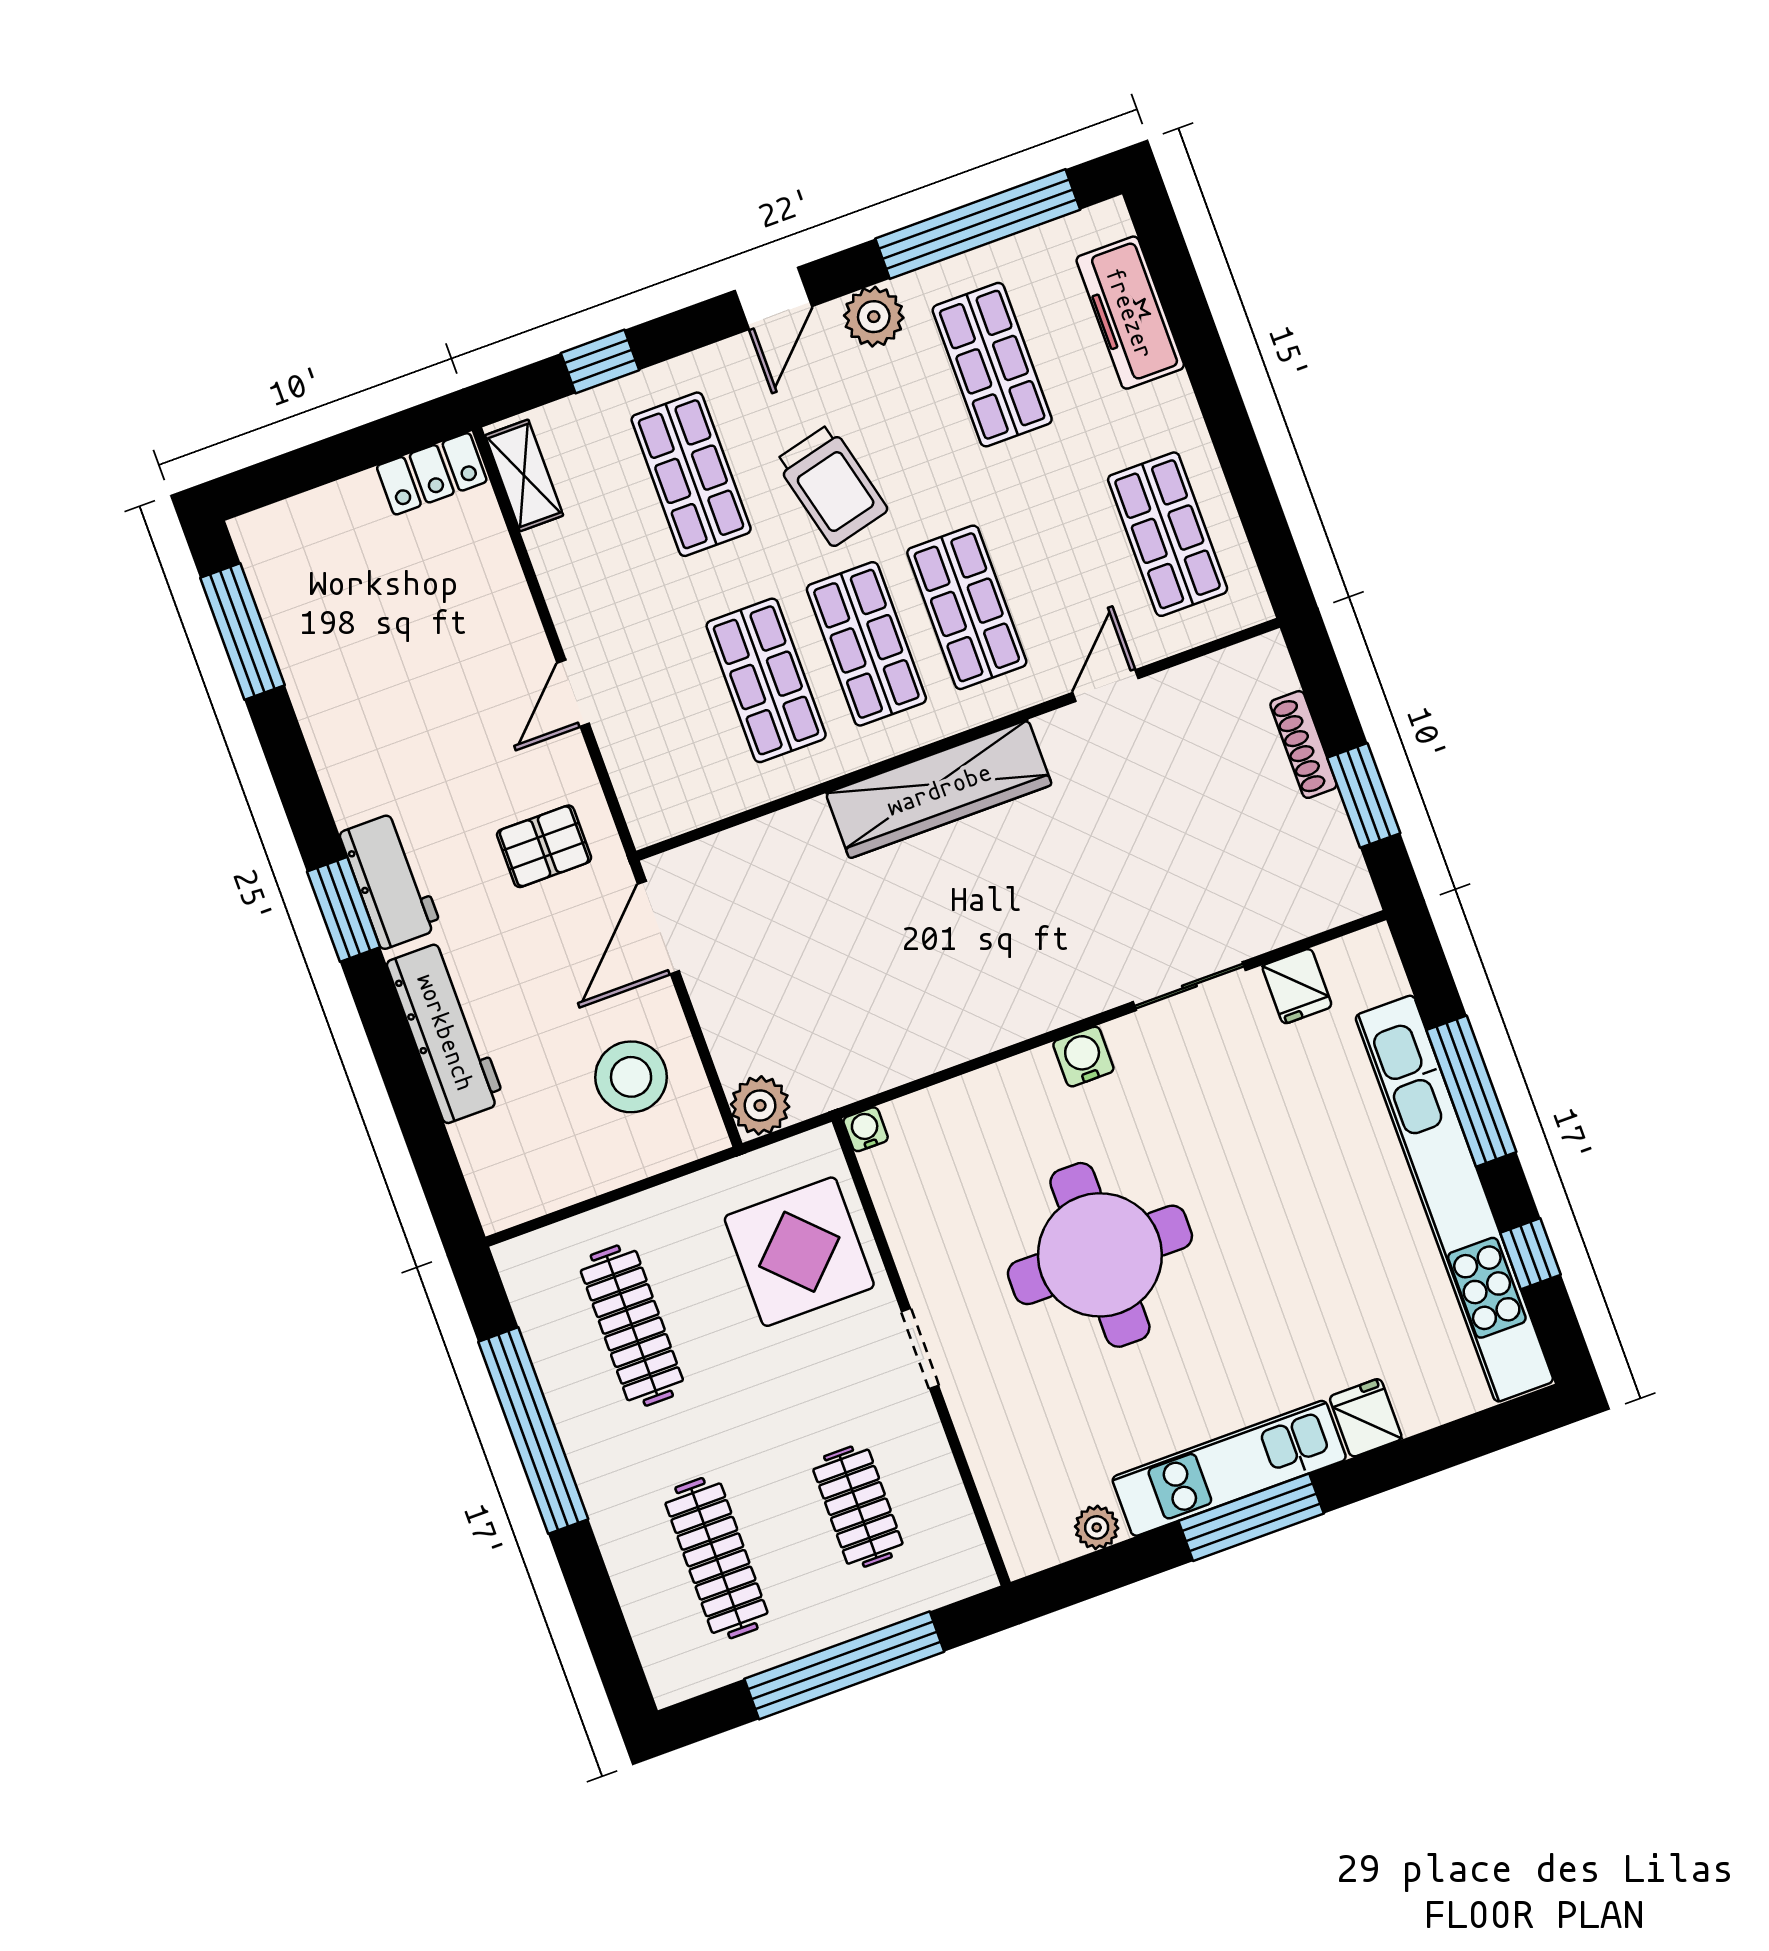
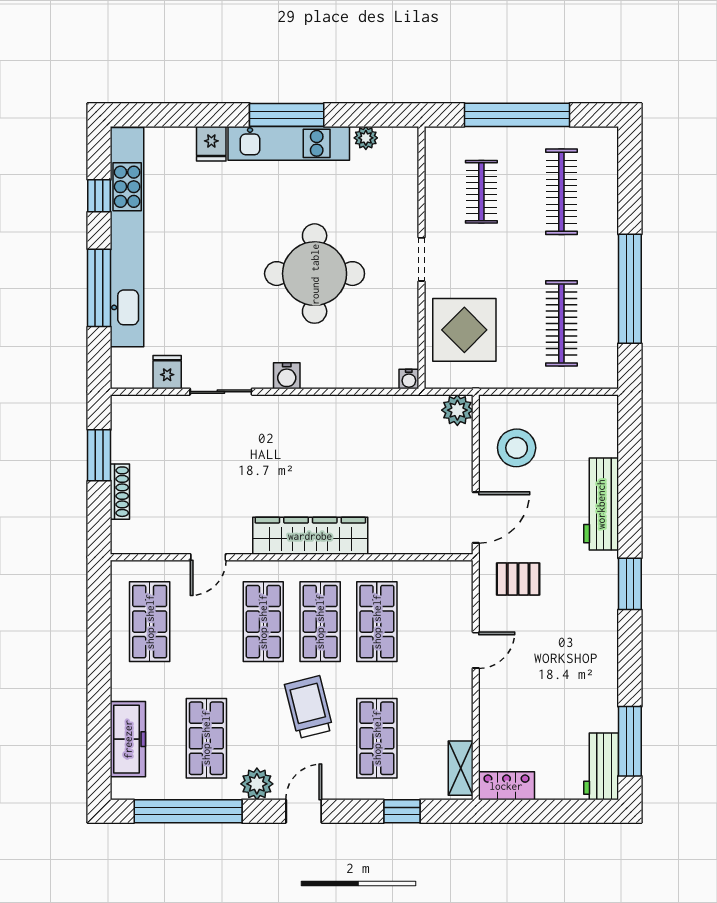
workbench: (390, 880) -> (601, 766), moved

